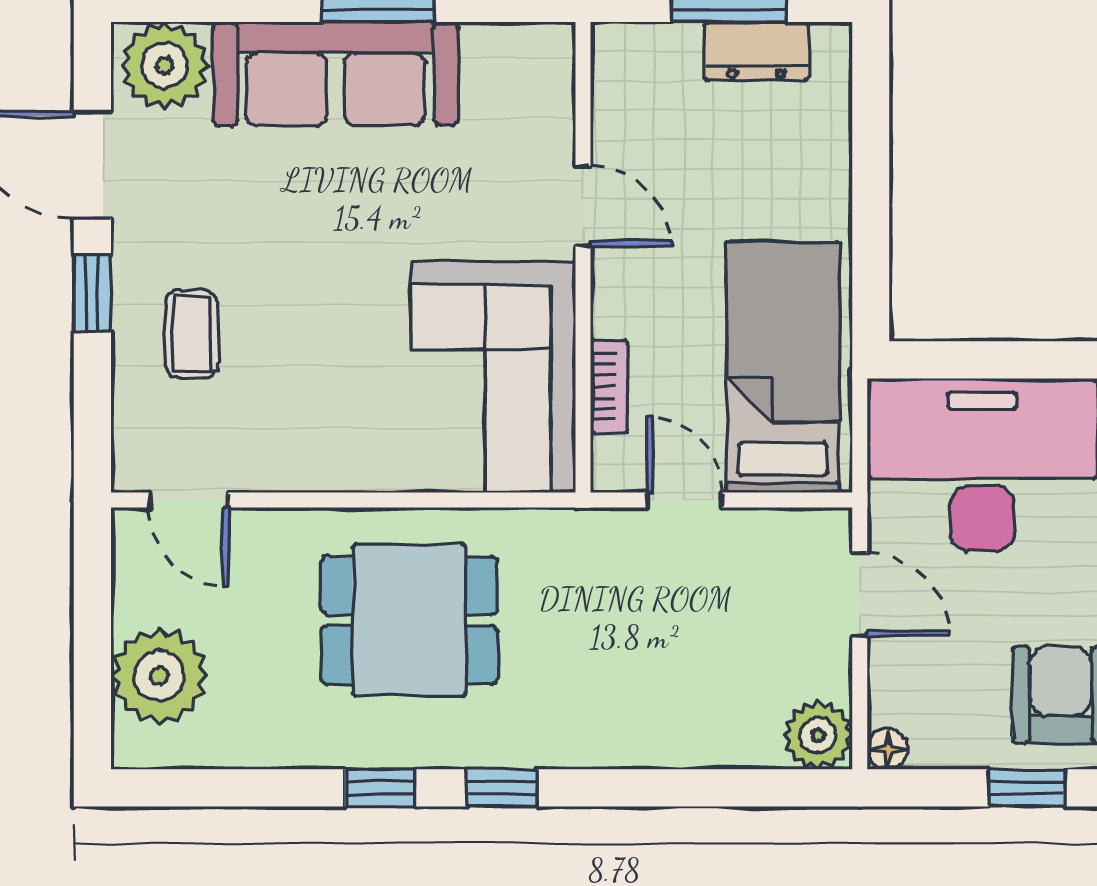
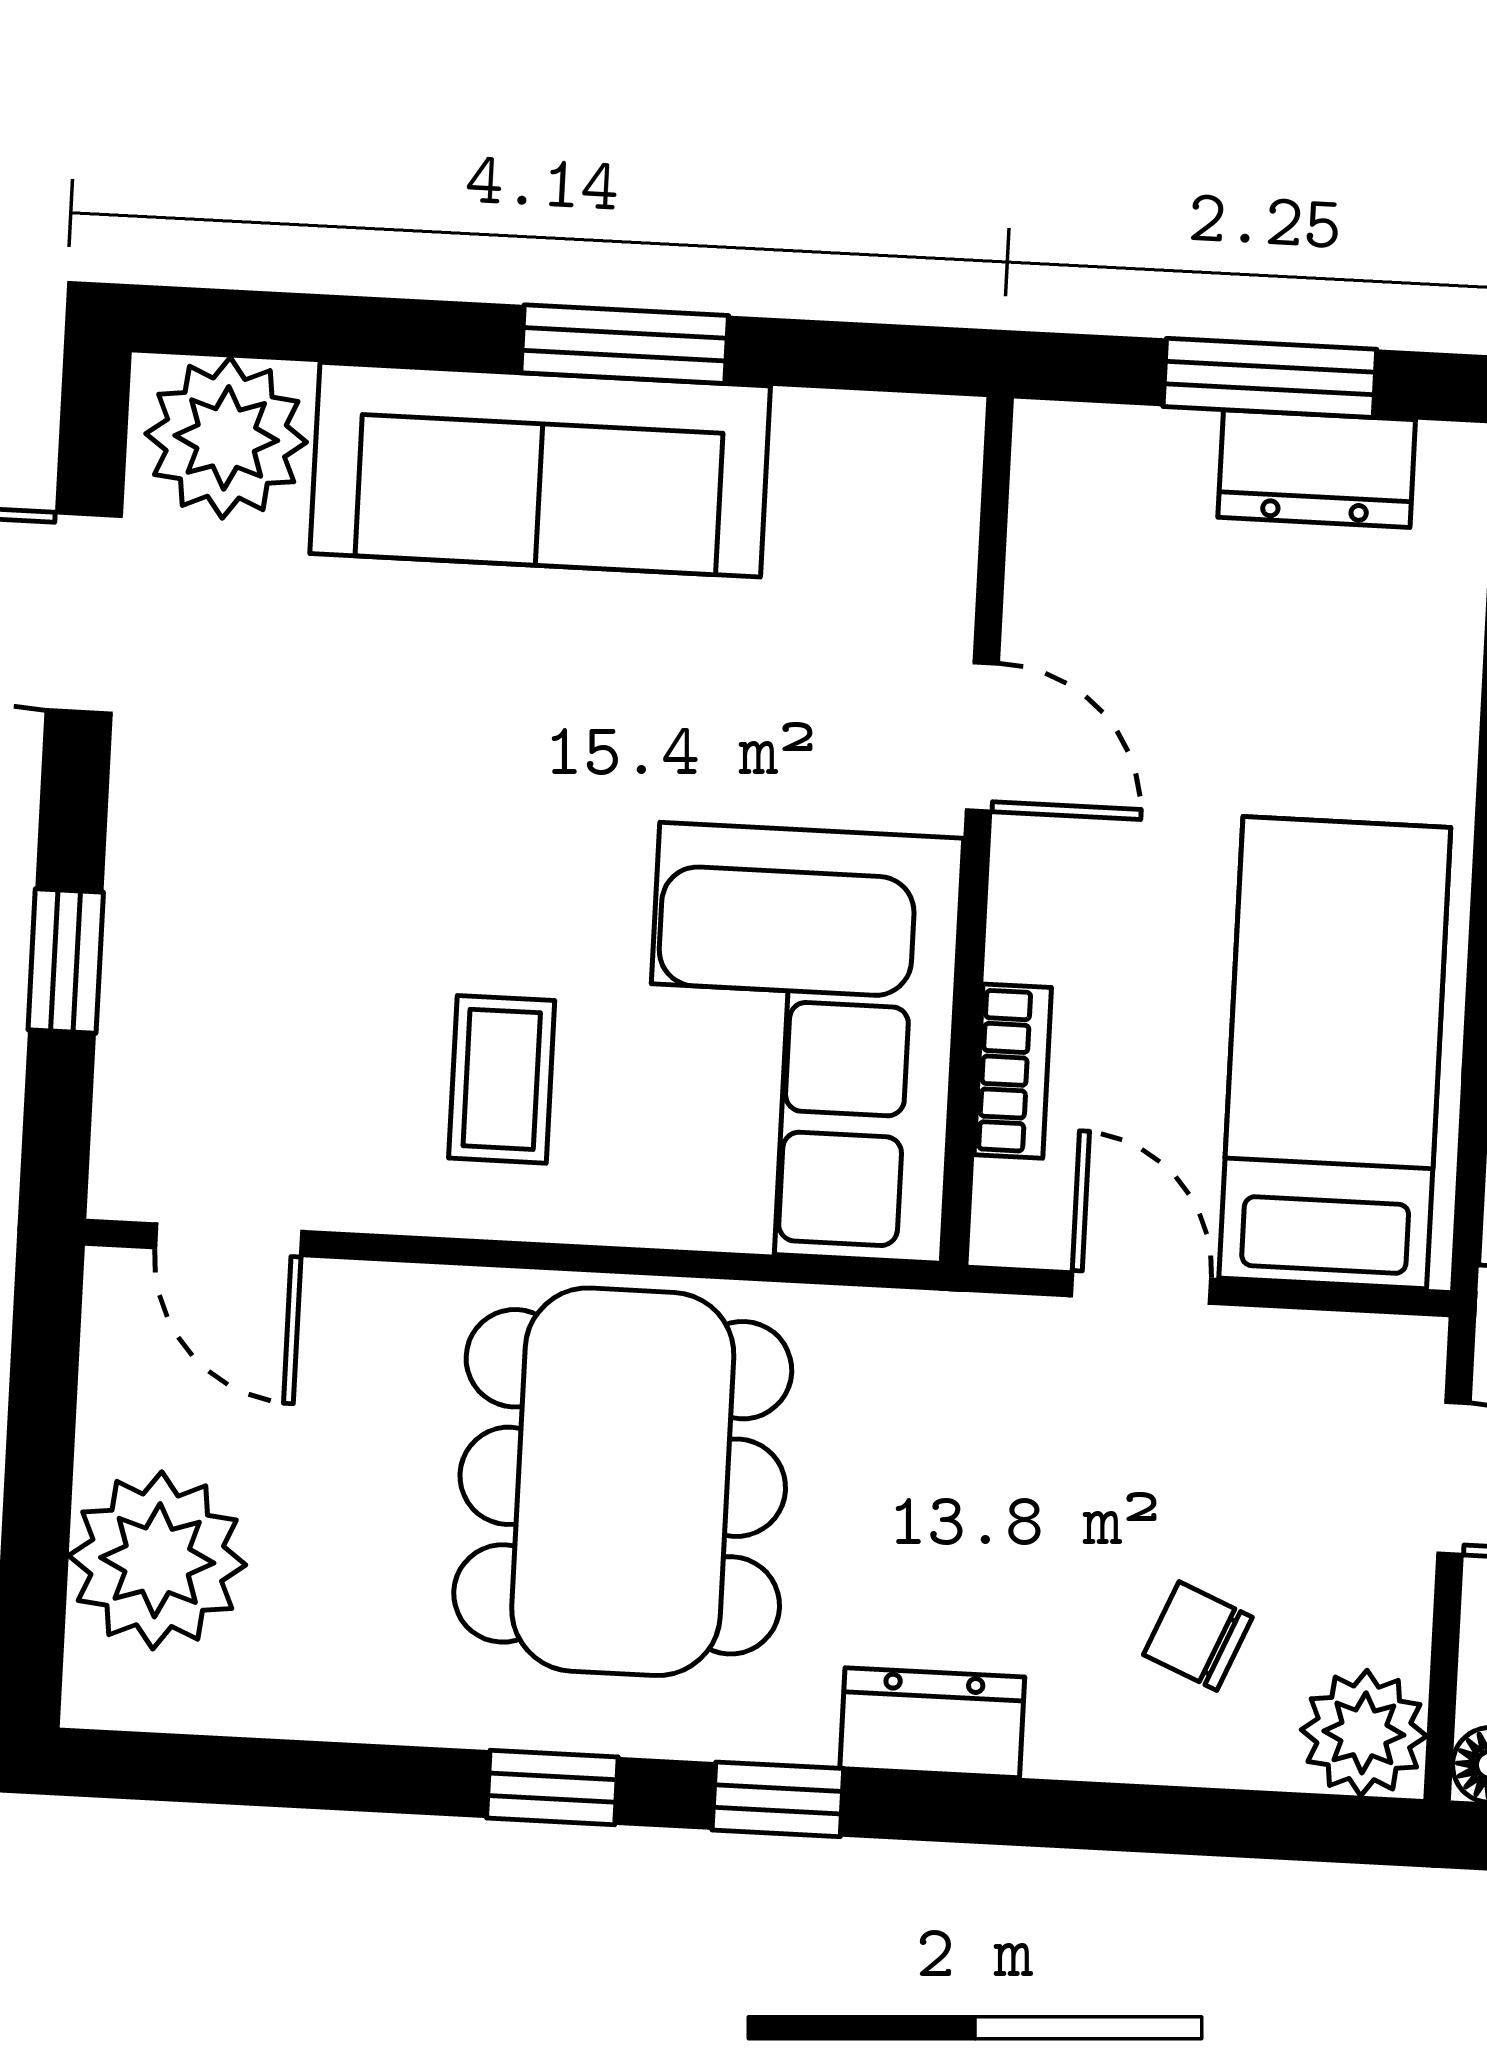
window: (92, 293) -> (66, 961), moved
coffee table: (192, 334) -> (502, 1079), moved
dining table: (409, 620) -> (623, 1482), width x1.38
chair: (725, 687) -> (1198, 1636), added
dresser: (584, 742) -> (932, 1723), added

